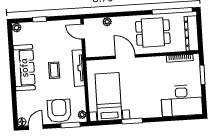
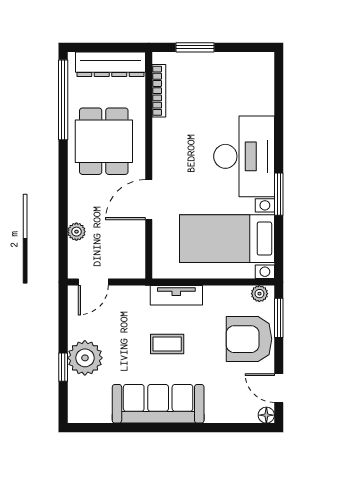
plant: (17, 28) -> (85, 358), moved, width x1.88, depth x1.88
tv unit: (78, 68) -> (176, 295), width x0.71
desk: (182, 101) -> (244, 156), moved

